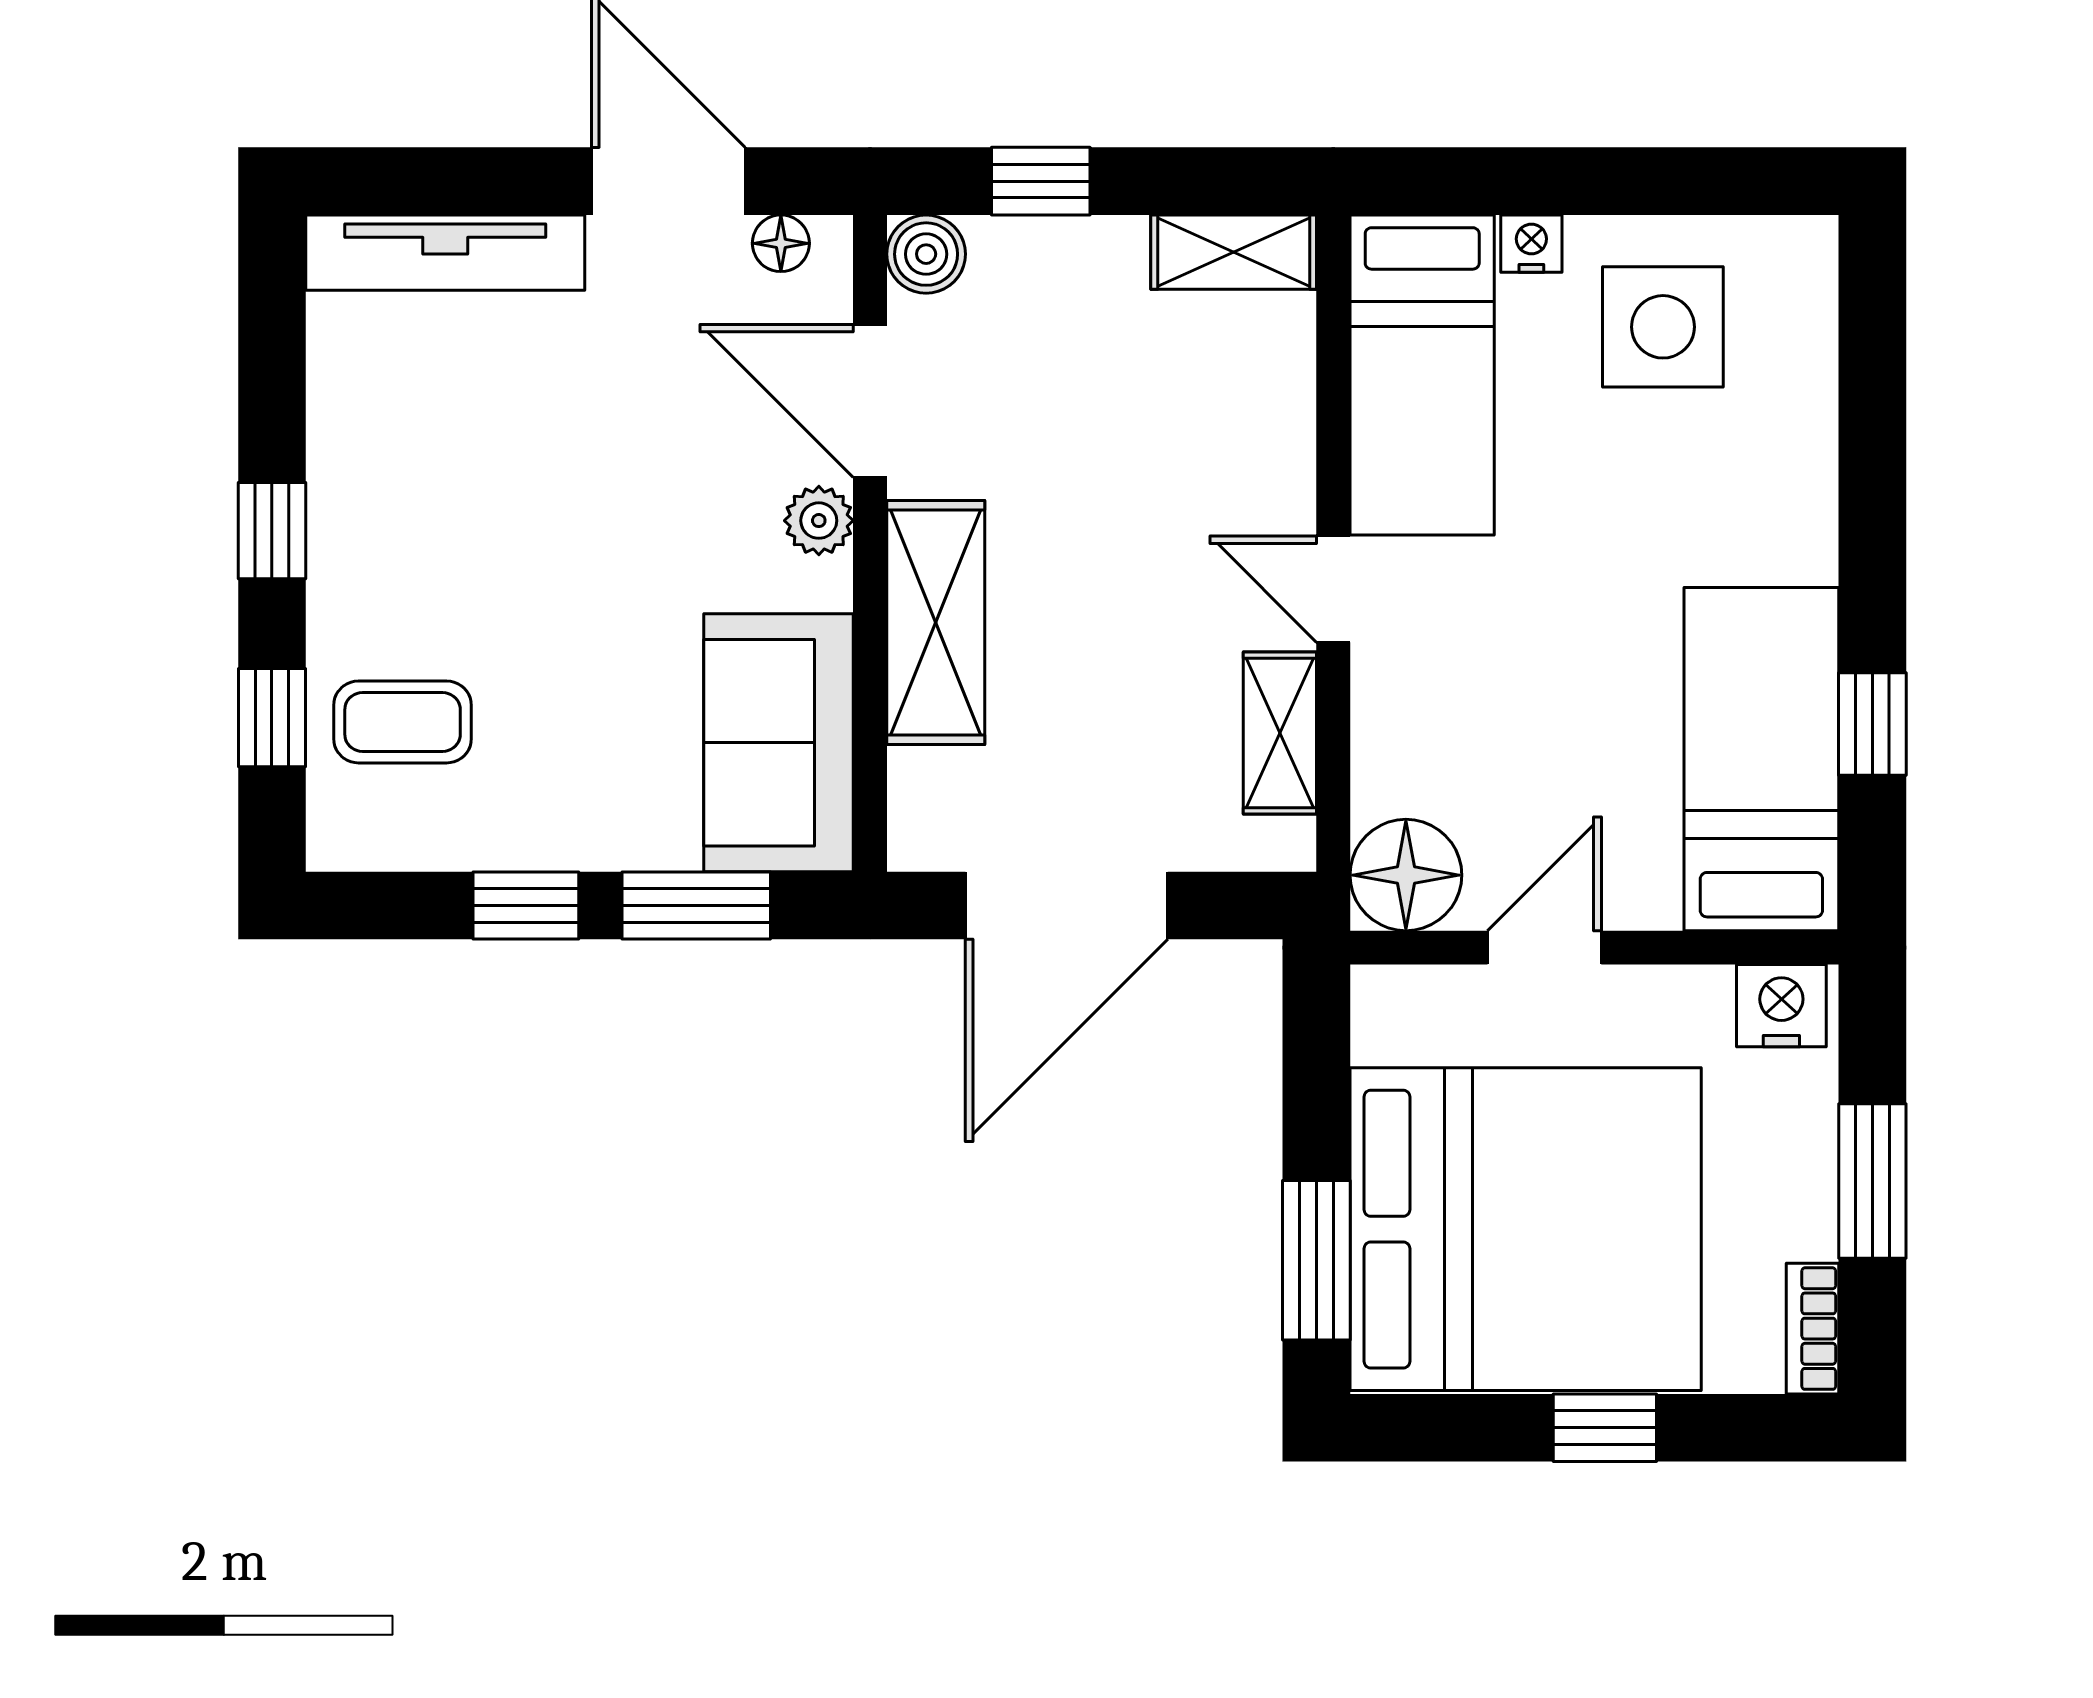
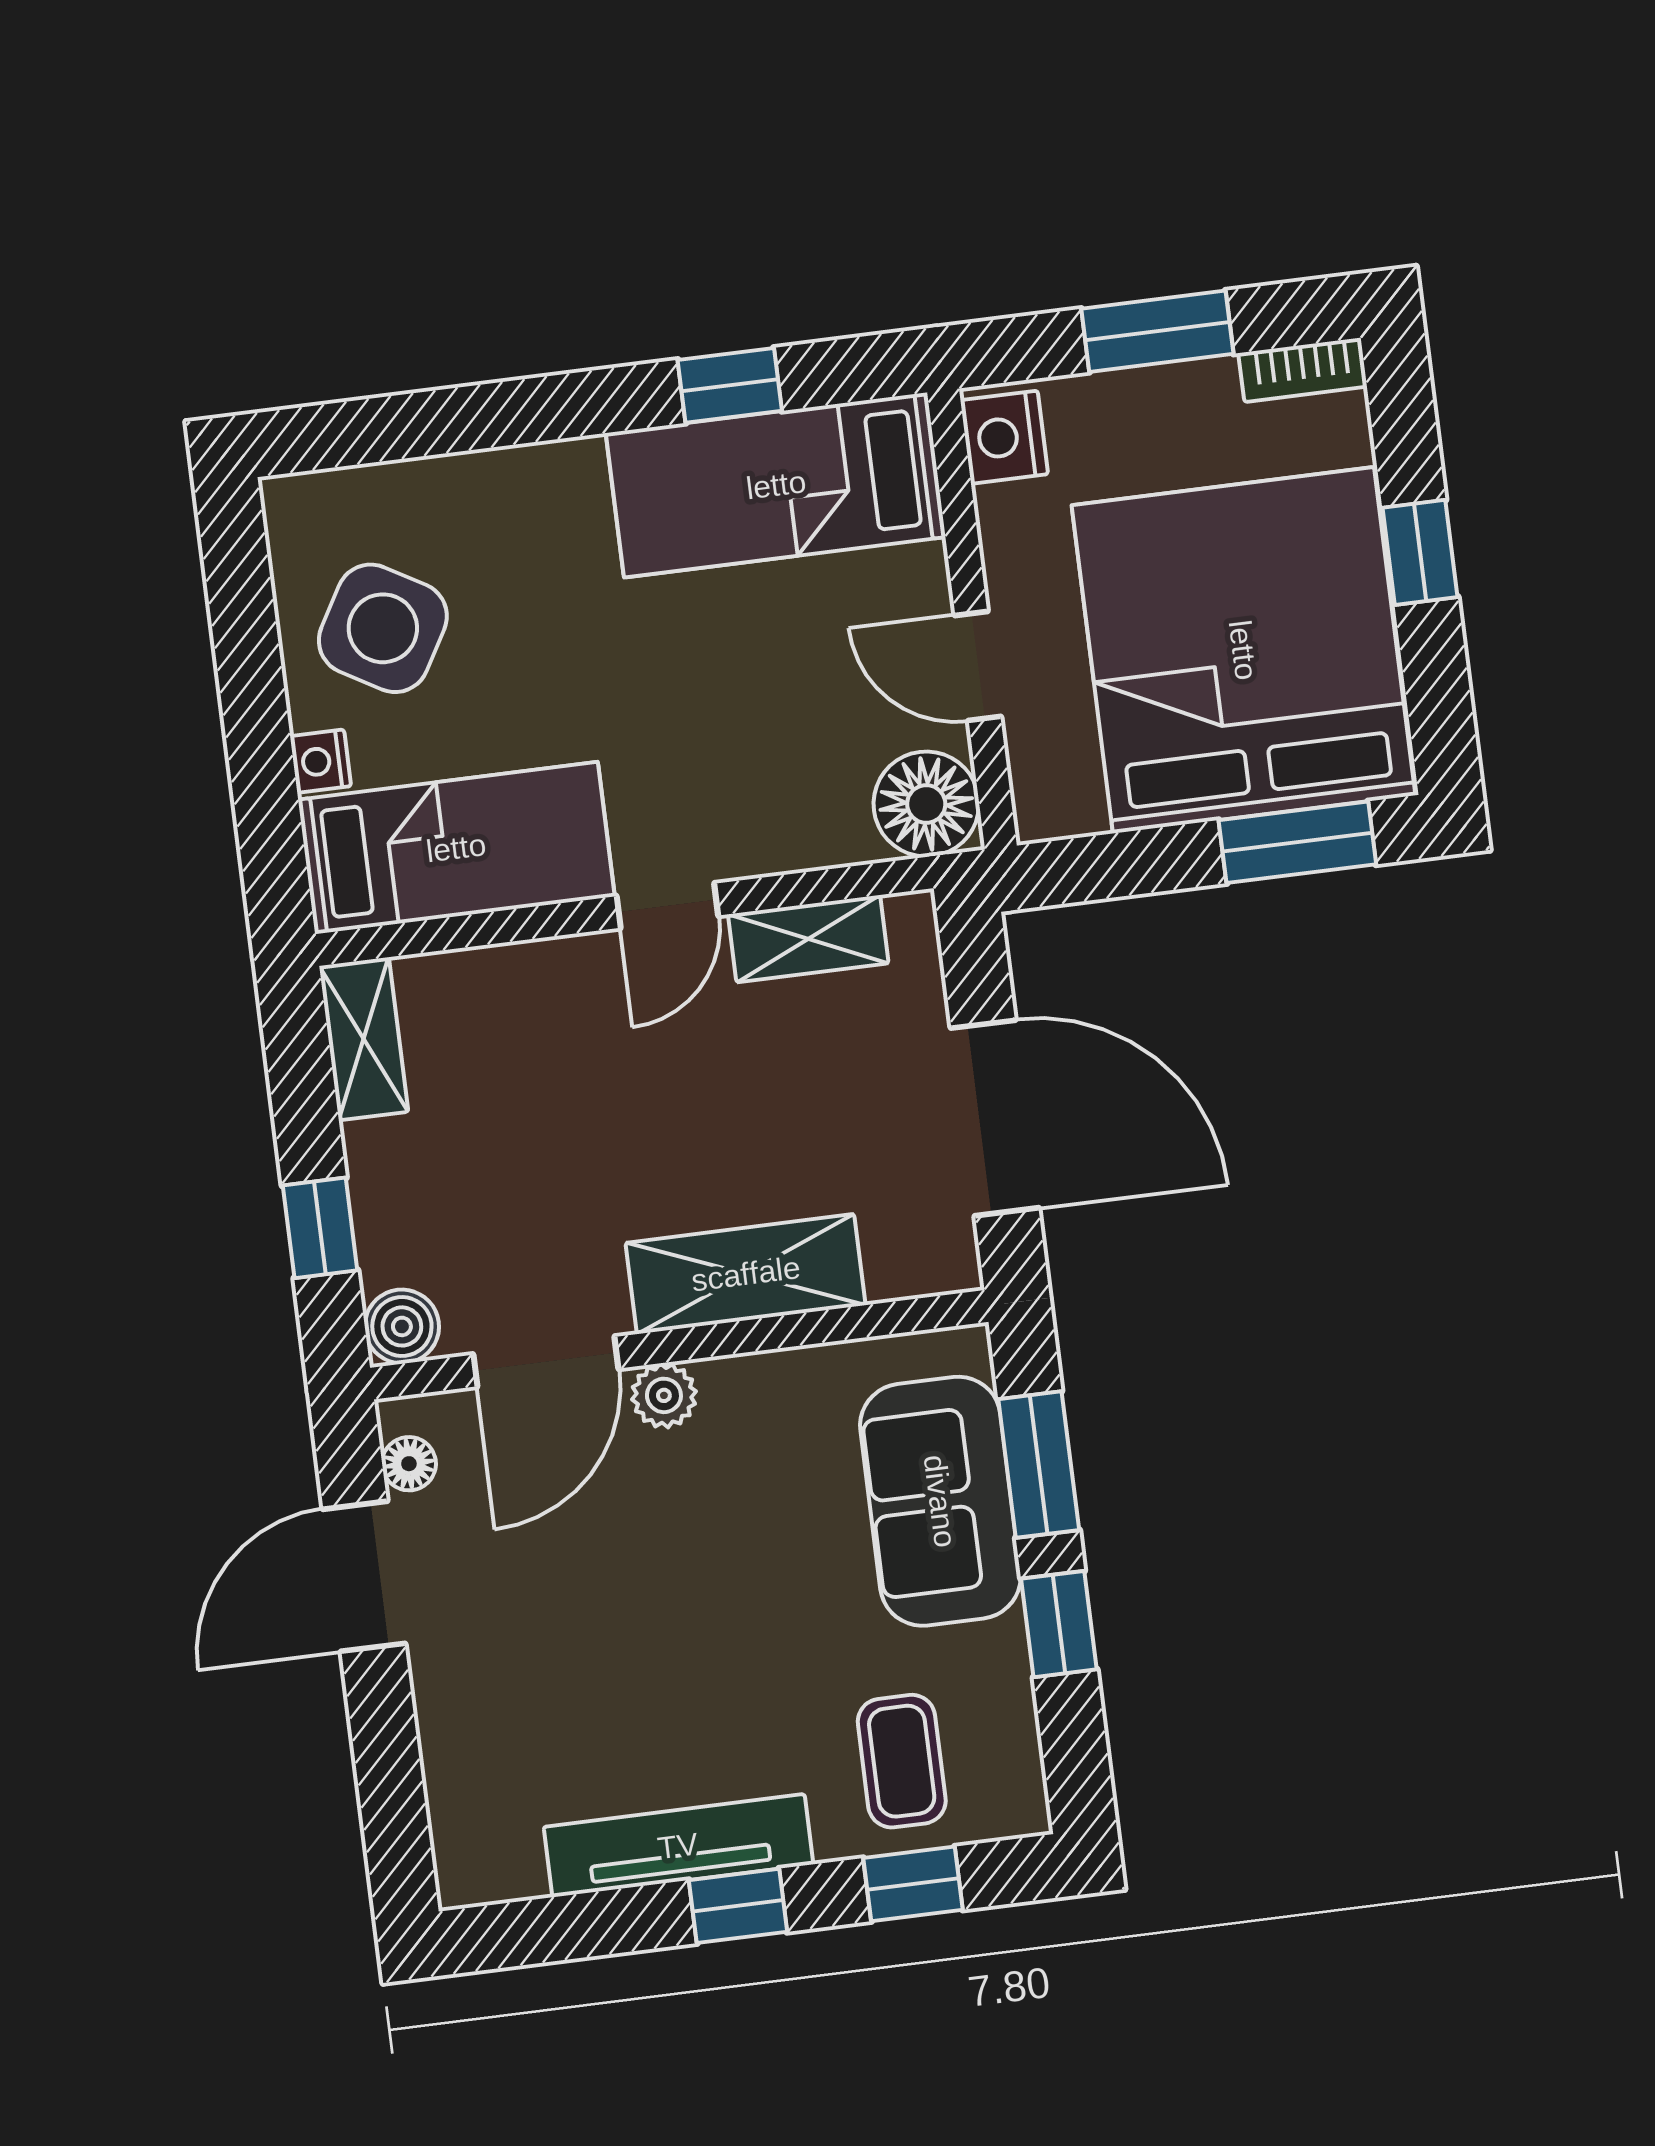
tv unit: (445, 253) -> (678, 1846), moved, turned -90
side table: (1663, 327) -> (383, 628), turned 30
sofa: (779, 743) -> (940, 1501), moved, turned 90

